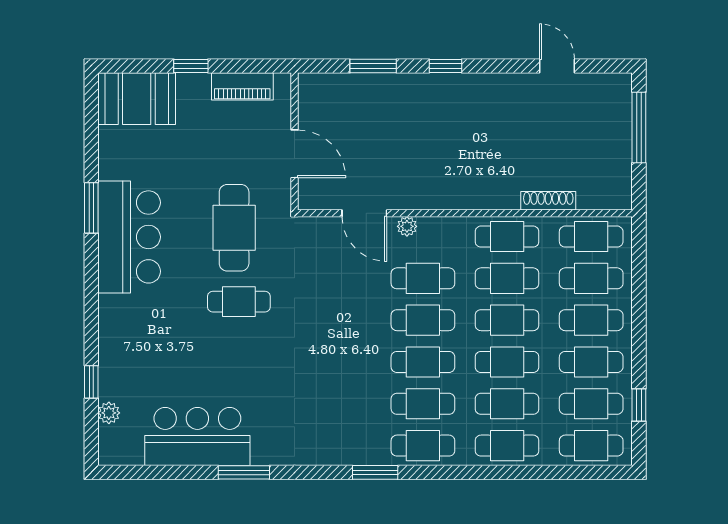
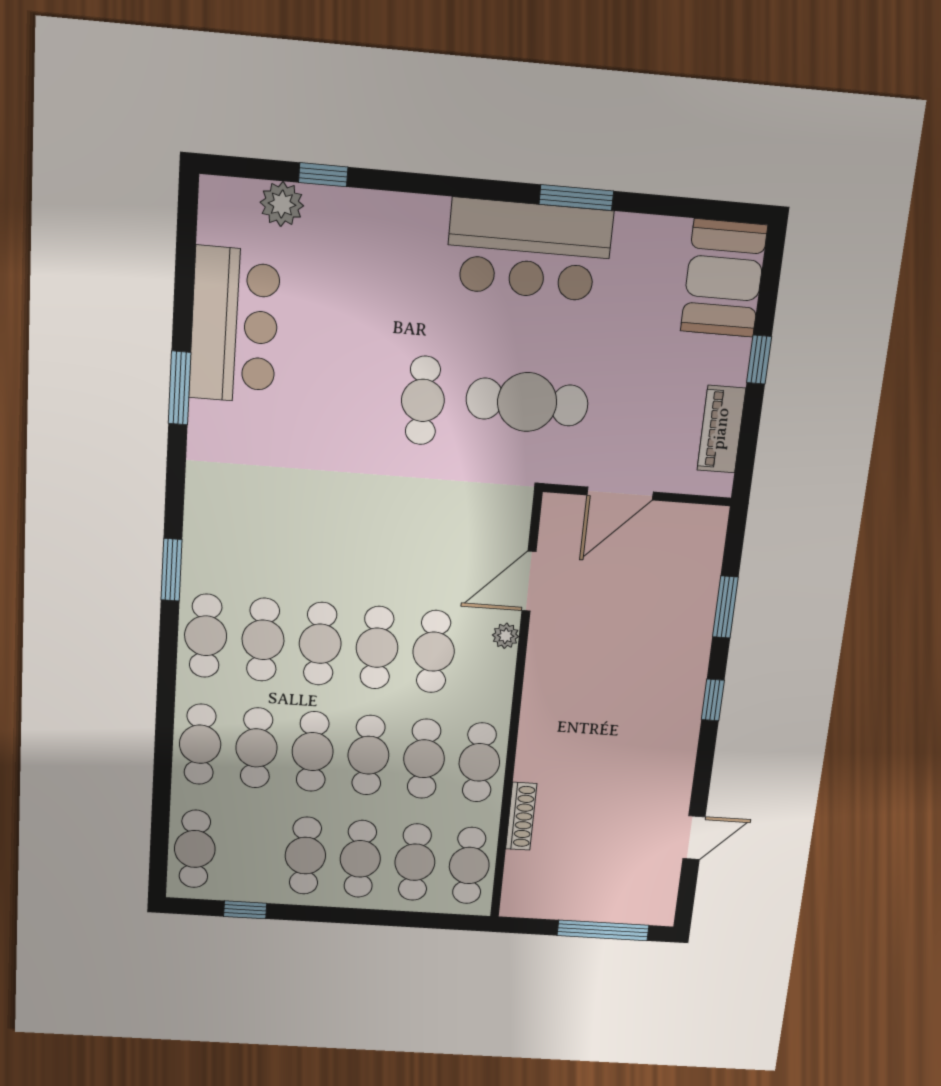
cafe table: (591, 404) -> (250, 852), removed
plant: (109, 413) -> (282, 204), width x1.38, depth x1.38

